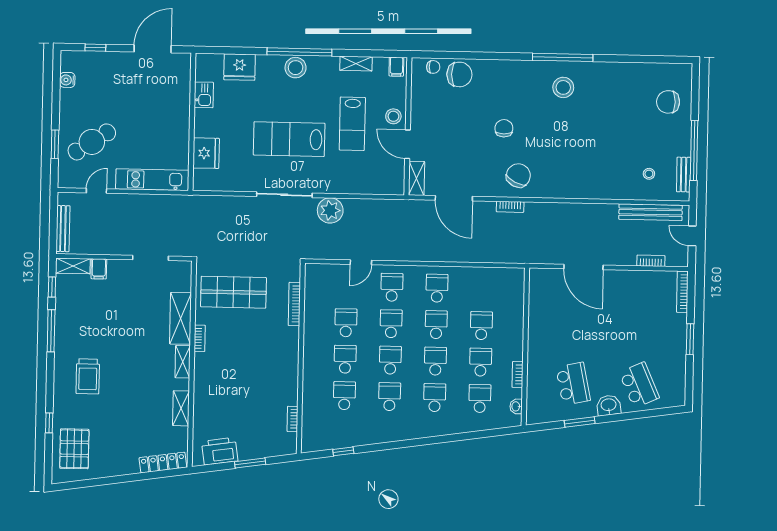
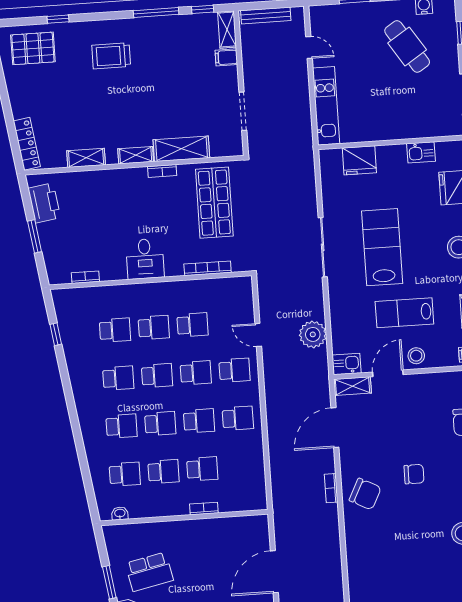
cafe table: (92, 142) -> (407, 46), moved
kitchen sink: (395, 182) -> (347, 364), added
plant: (330, 210) -> (313, 334), moved
desk: (280, 362) -> (145, 259), added
bookcase: (518, 375) -> (204, 509), moved

